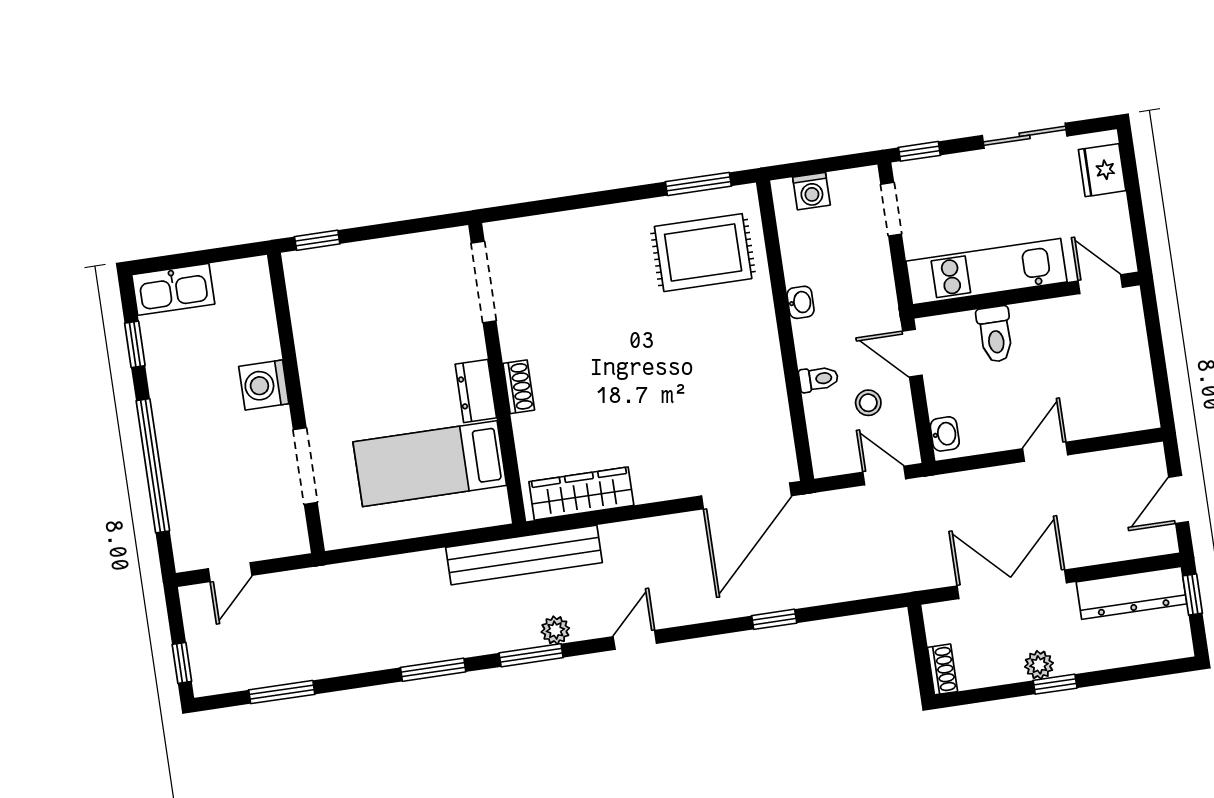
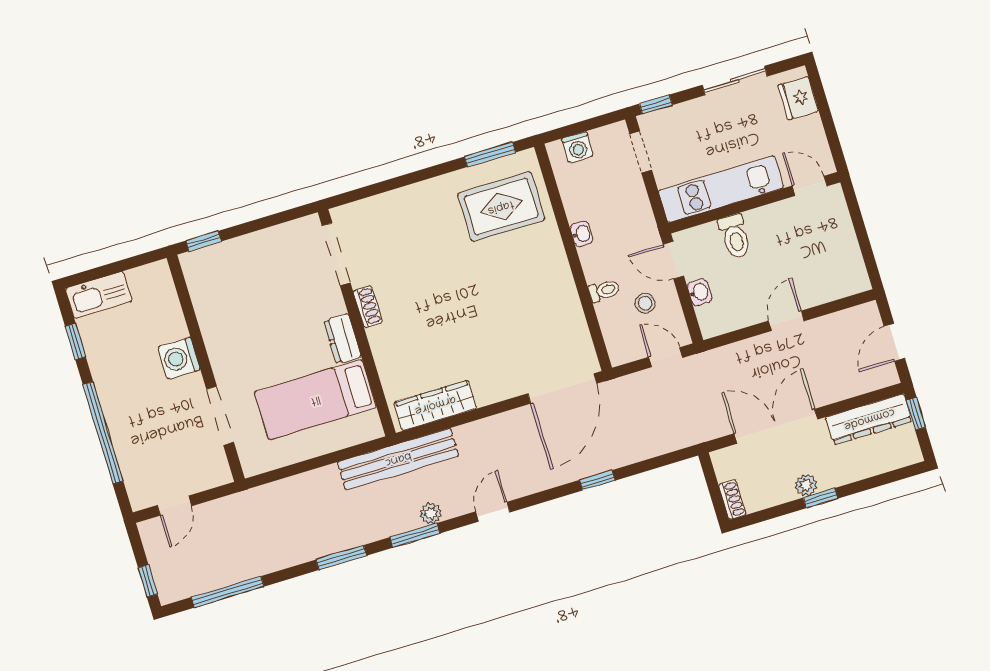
shoe rack: (519, 387) -> (368, 307), moved
washbasin: (945, 434) -> (699, 292), moved
window: (282, 692) -> (228, 592), width x1.44

